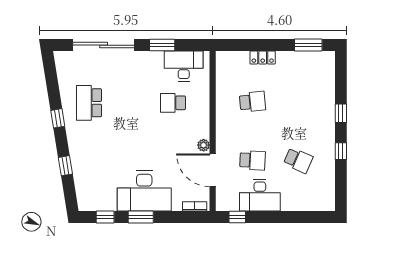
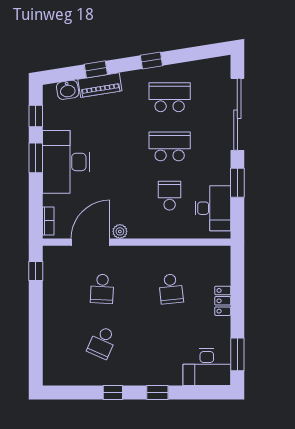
school desk: (131, 103) -> (170, 146), added
piano: (79, 162) -> (100, 85), added
washbasin: (83, 190) -> (68, 90), added
desk: (260, 195) -> (207, 367), moved, turned -90

